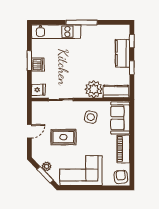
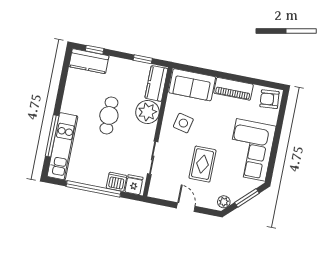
window: (82, 22) -> (52, 136), moved
kitchen counter: (123, 53) -> (89, 61), moved
window: (29, 61) -> (93, 189), width x2.11
cafe table: (86, 61) -> (109, 115), added
dishwasher: (38, 65) -> (117, 182), moved
window: (132, 68) -> (143, 59), moved
plant: (47, 166) -> (224, 202), moved

